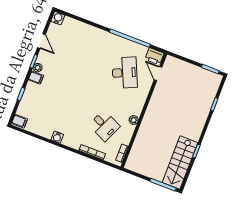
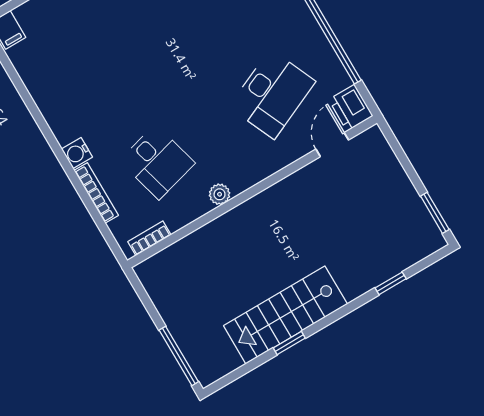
desk: (104, 126) -> (157, 162), turned -39
water cooler: (57, 137) -> (77, 153), moved
stairs: (180, 163) -> (285, 315), moved

